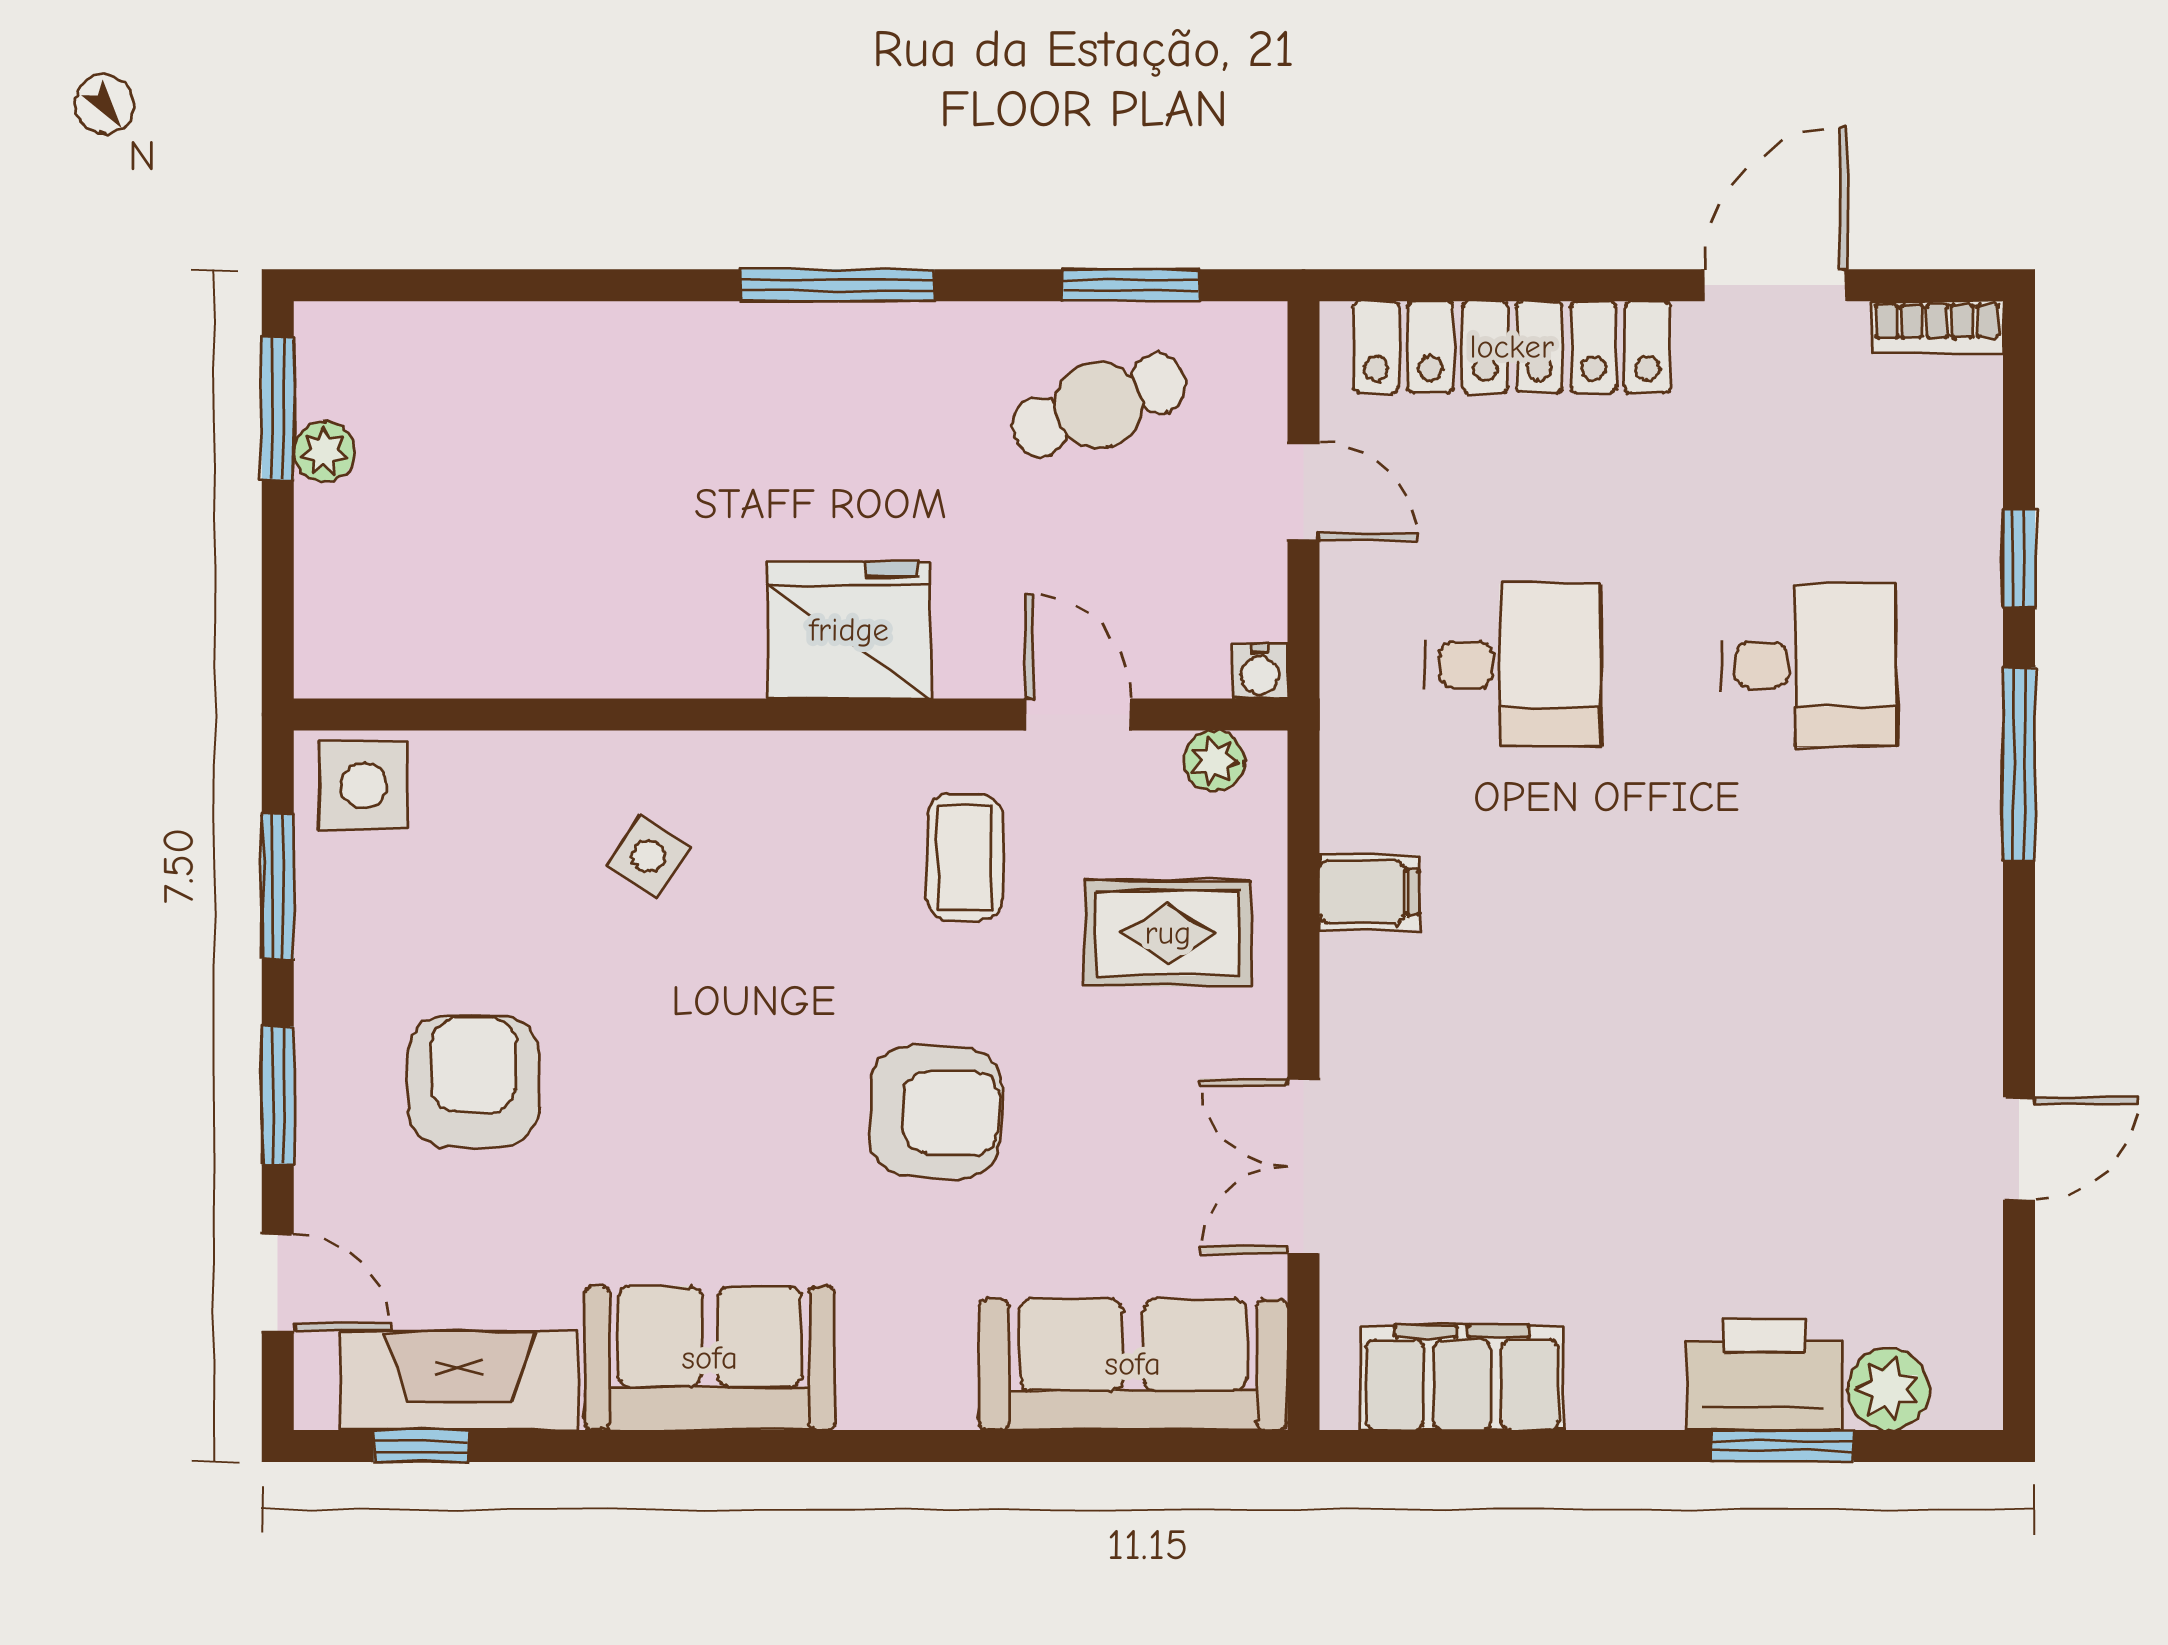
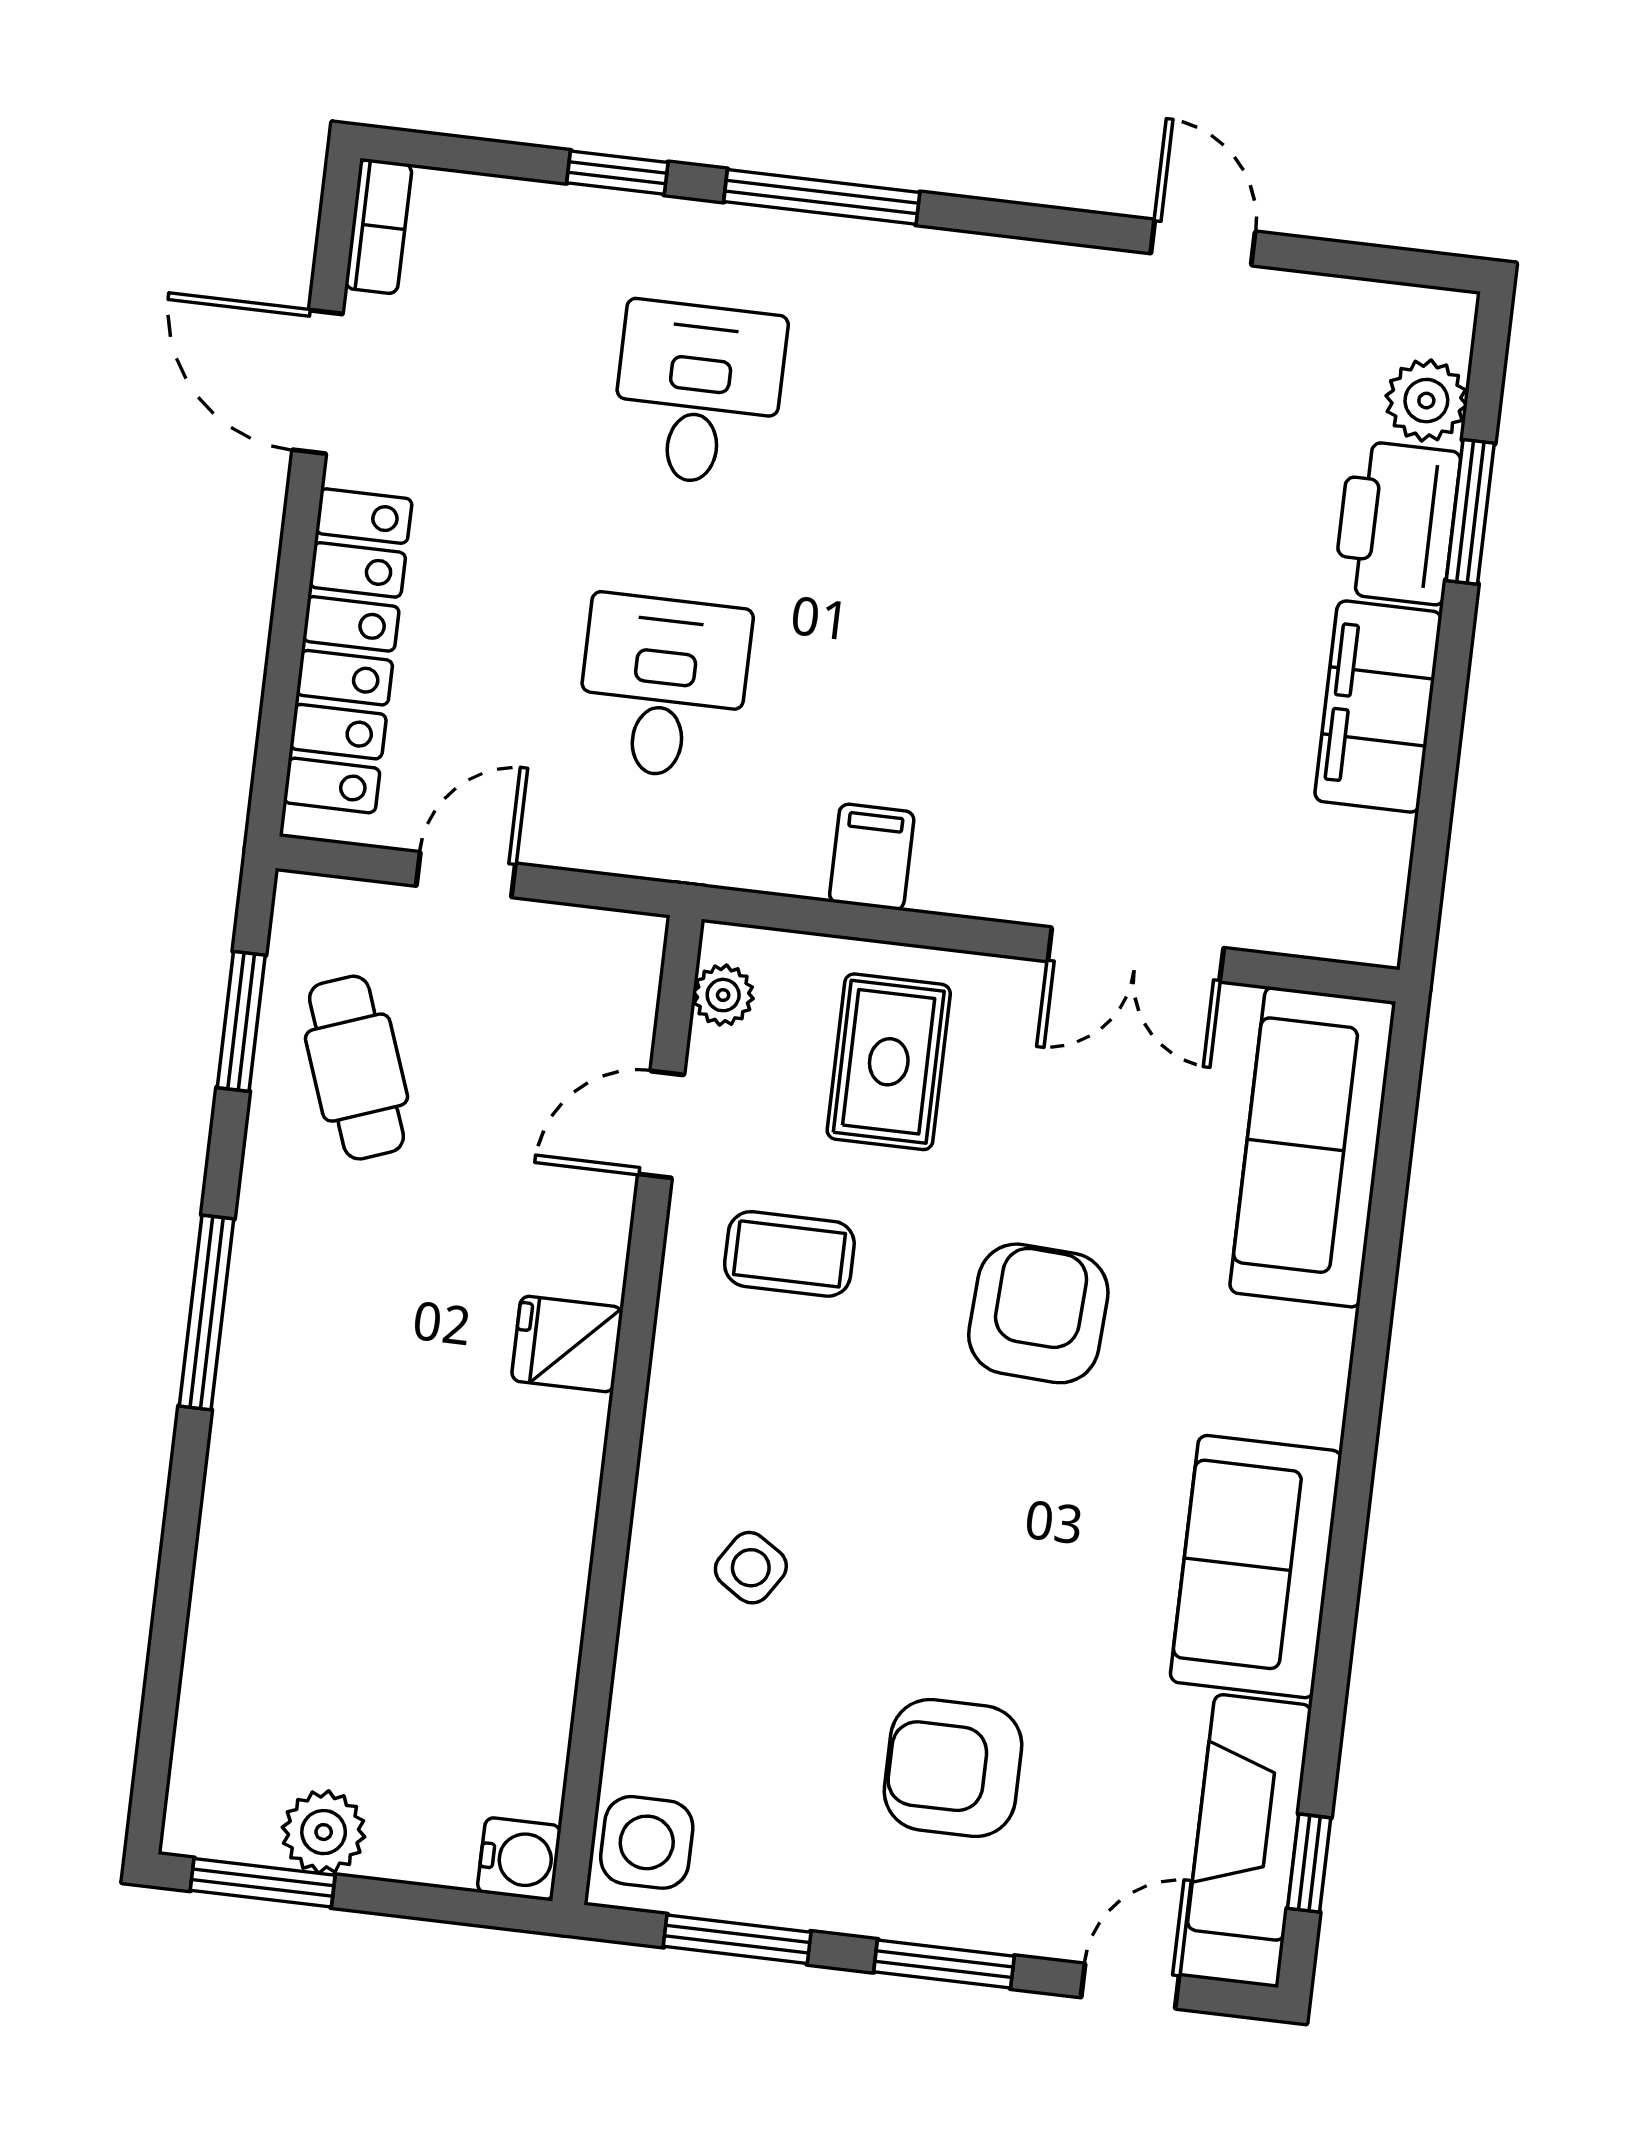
plant: (324, 452) -> (324, 1832), width x1.38, depth x1.38
fridge: (849, 630) -> (567, 1344), width x0.53, depth x0.75
water cooler: (1260, 671) -> (519, 1859), moved, width x1.38, depth x1.38
filing cabinet: (1462, 1378) -> (1378, 707), moved

